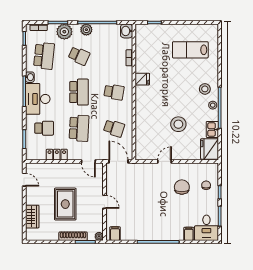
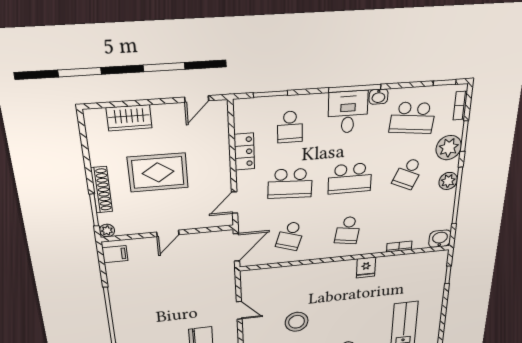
desk: (38, 99) -> (348, 112), width x0.73

